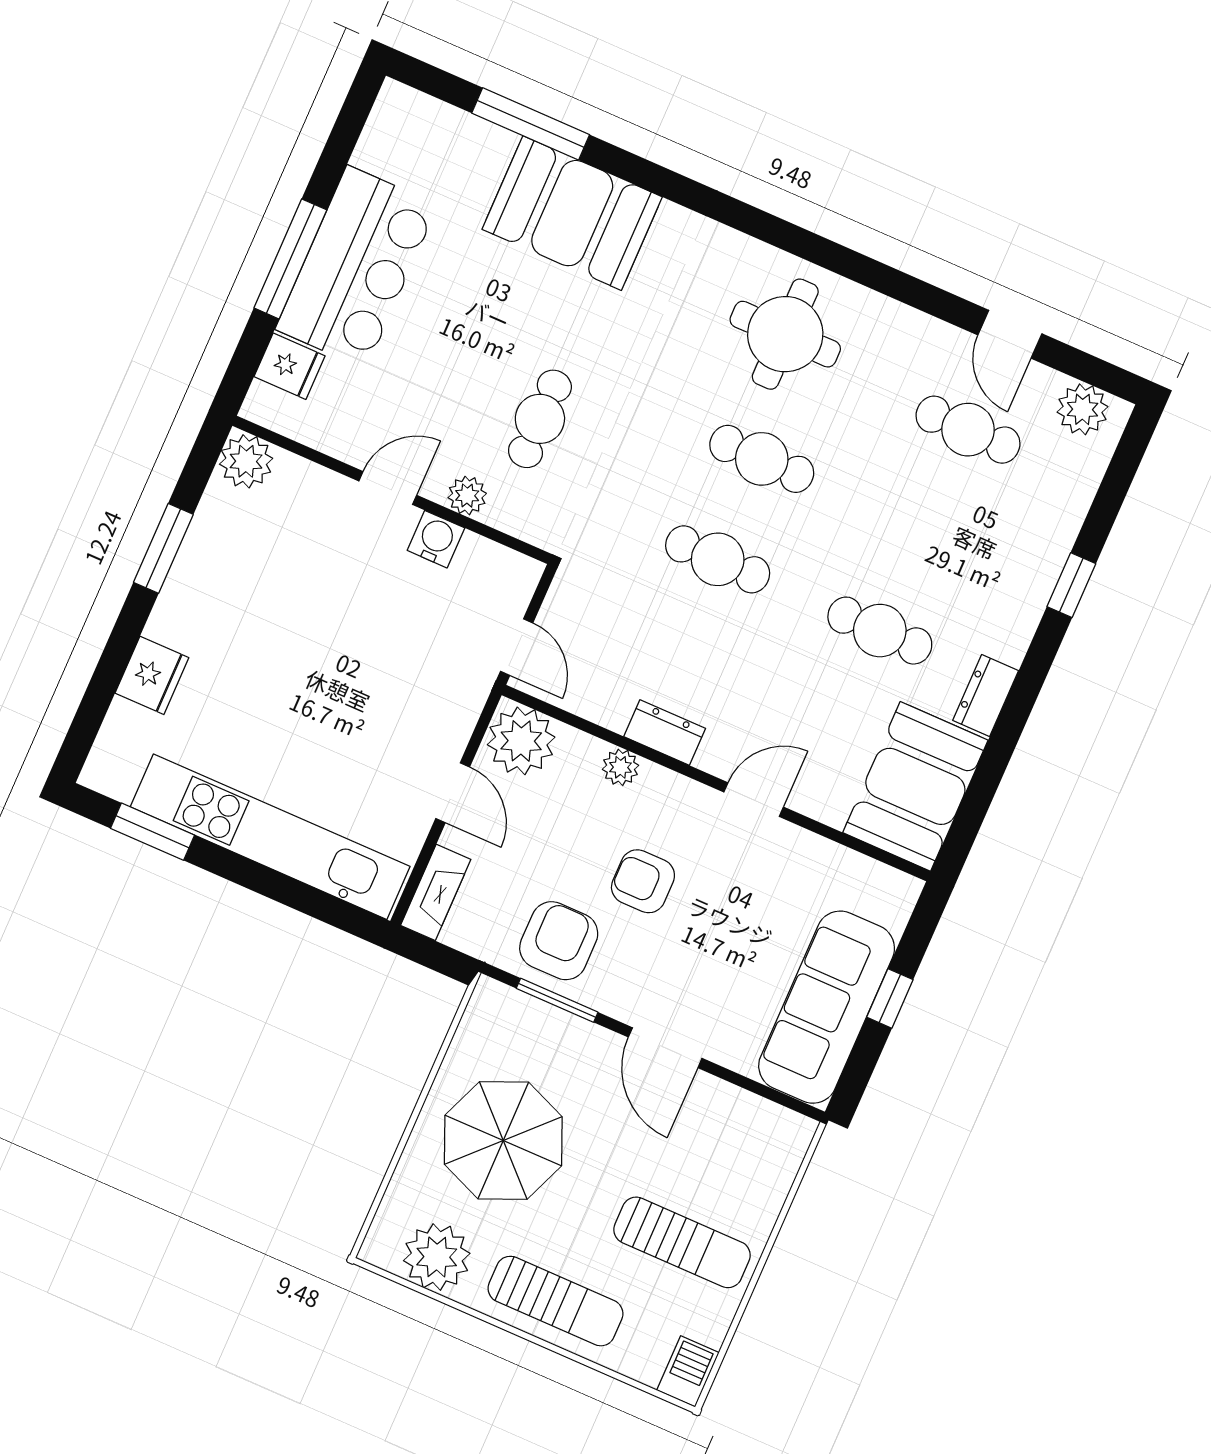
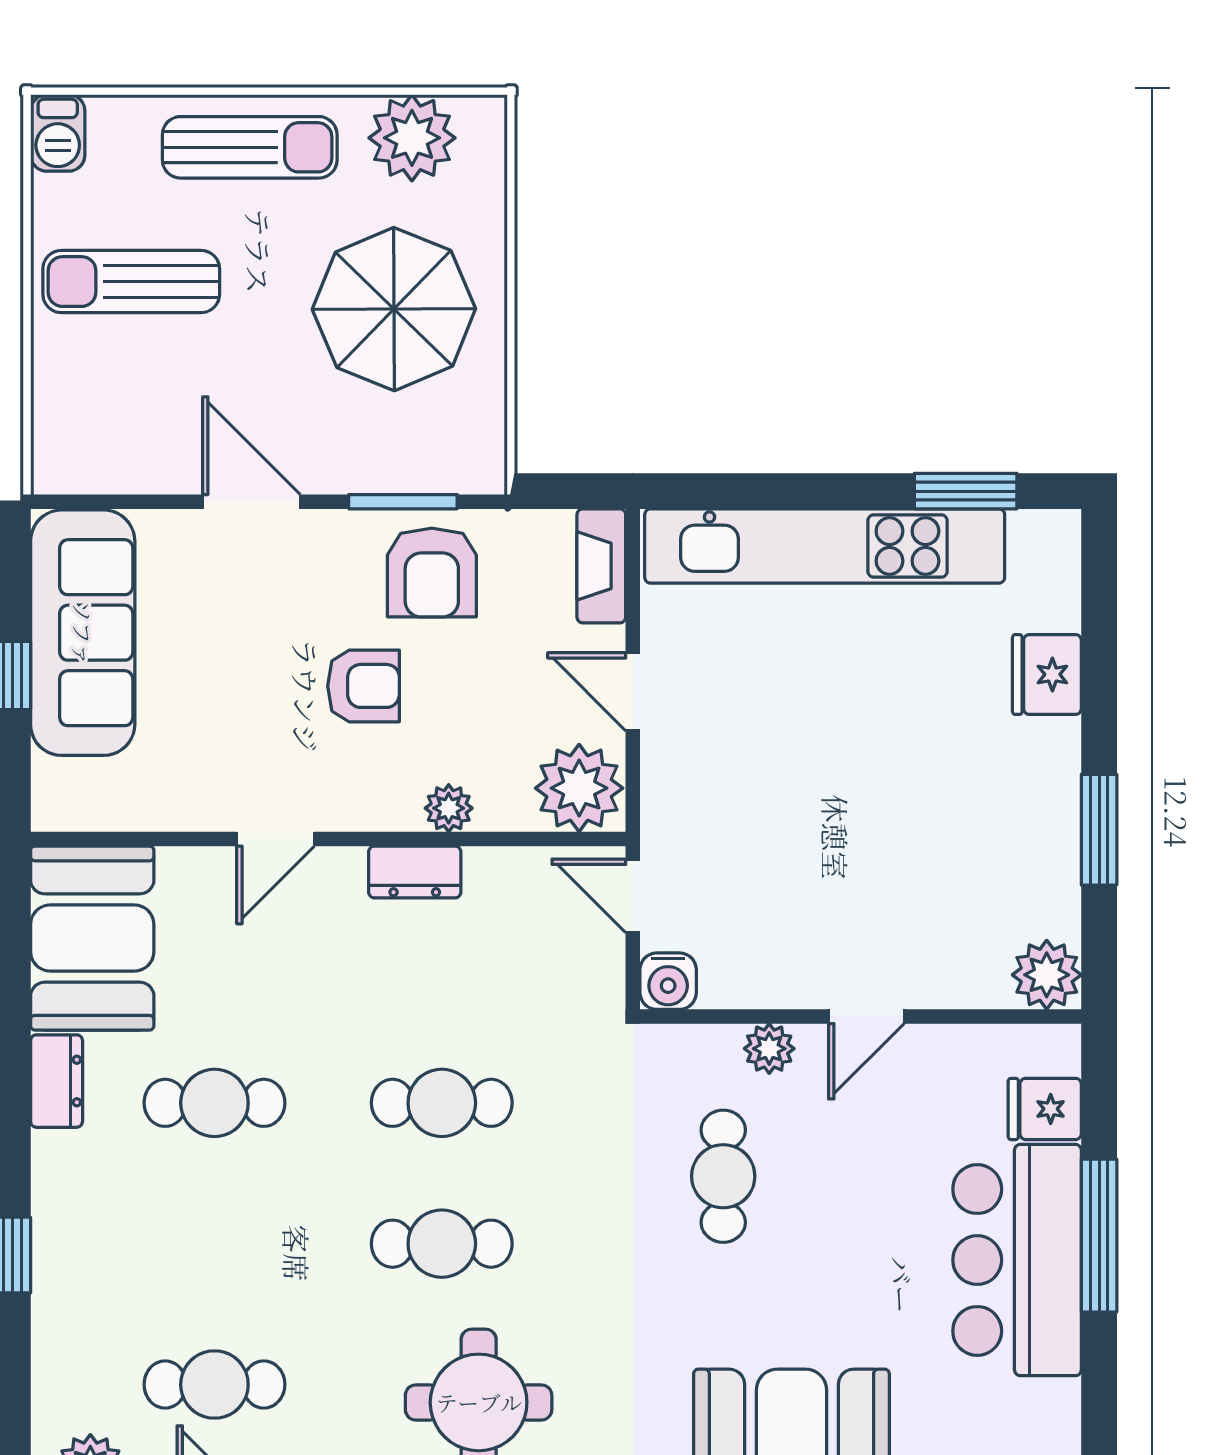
water cooler: (436, 539) -> (668, 981), moved
sun lounger: (556, 1301) -> (250, 147), turned 180

